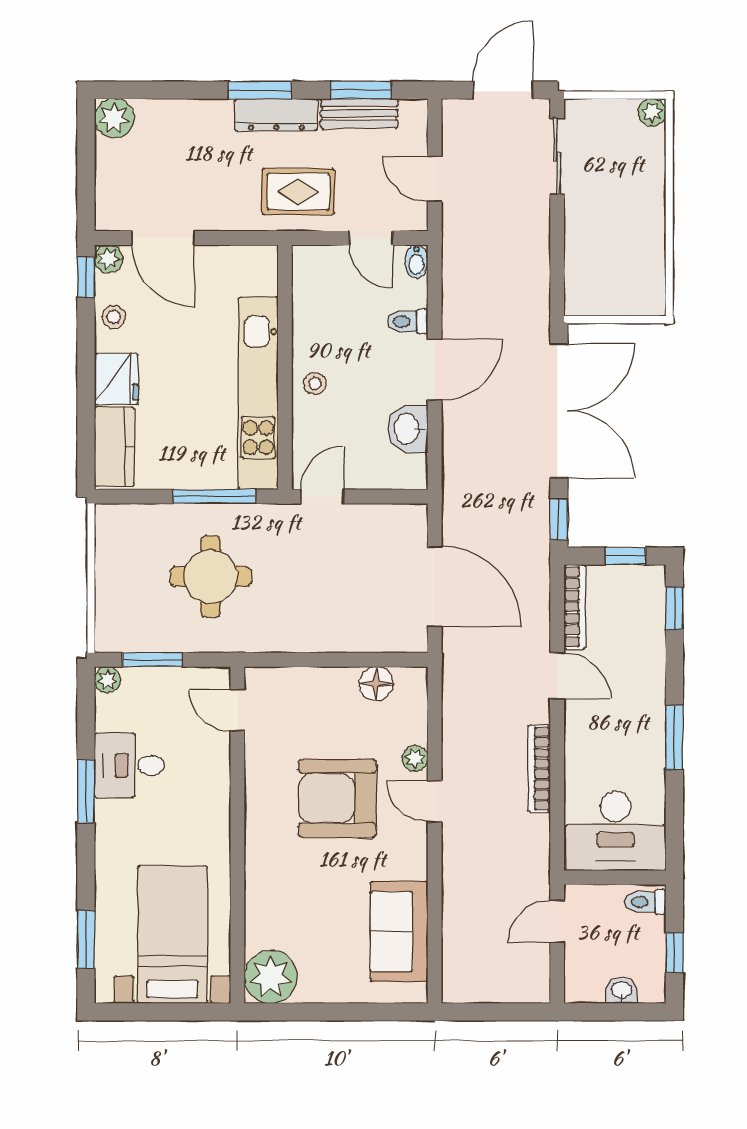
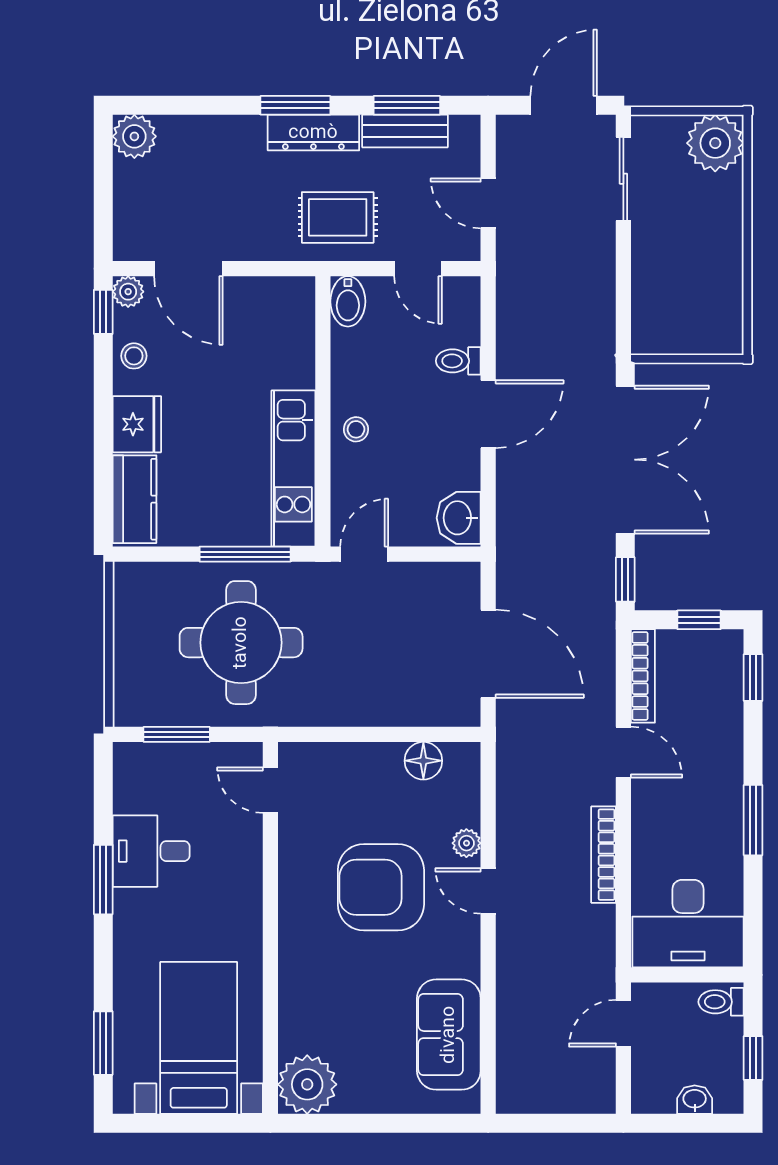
plant: (652, 112) -> (715, 143), width x1.88, depth x1.88
bidet: (416, 262) -> (348, 301), moved, width x1.38, depth x1.36
kitchen unit: (258, 393) -> (293, 468), width x0.73
washbasin: (408, 429) -> (459, 518), moved
round table: (211, 577) -> (241, 643), width x1.36, depth x1.36
plant: (108, 680) -> (127, 756), removed

